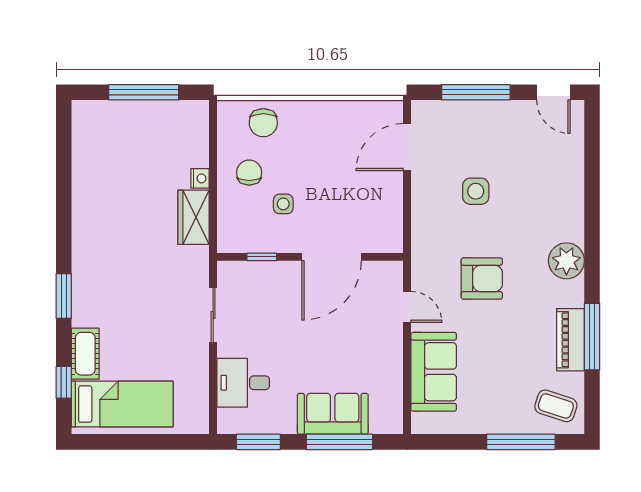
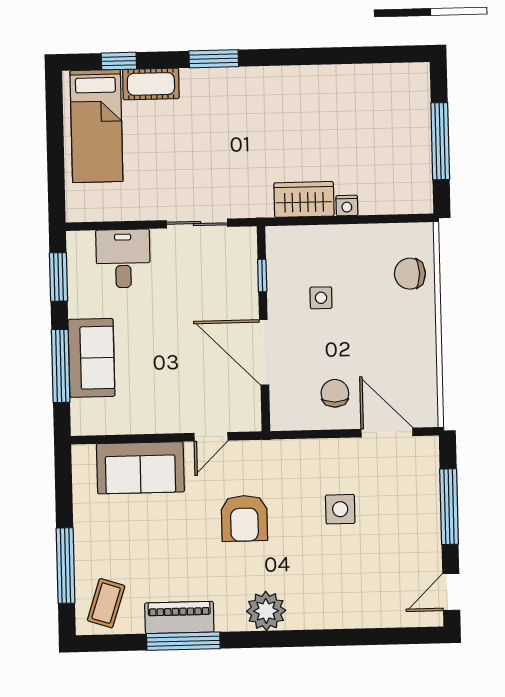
chair: (249, 173) -> (335, 393), moved, turned -90

